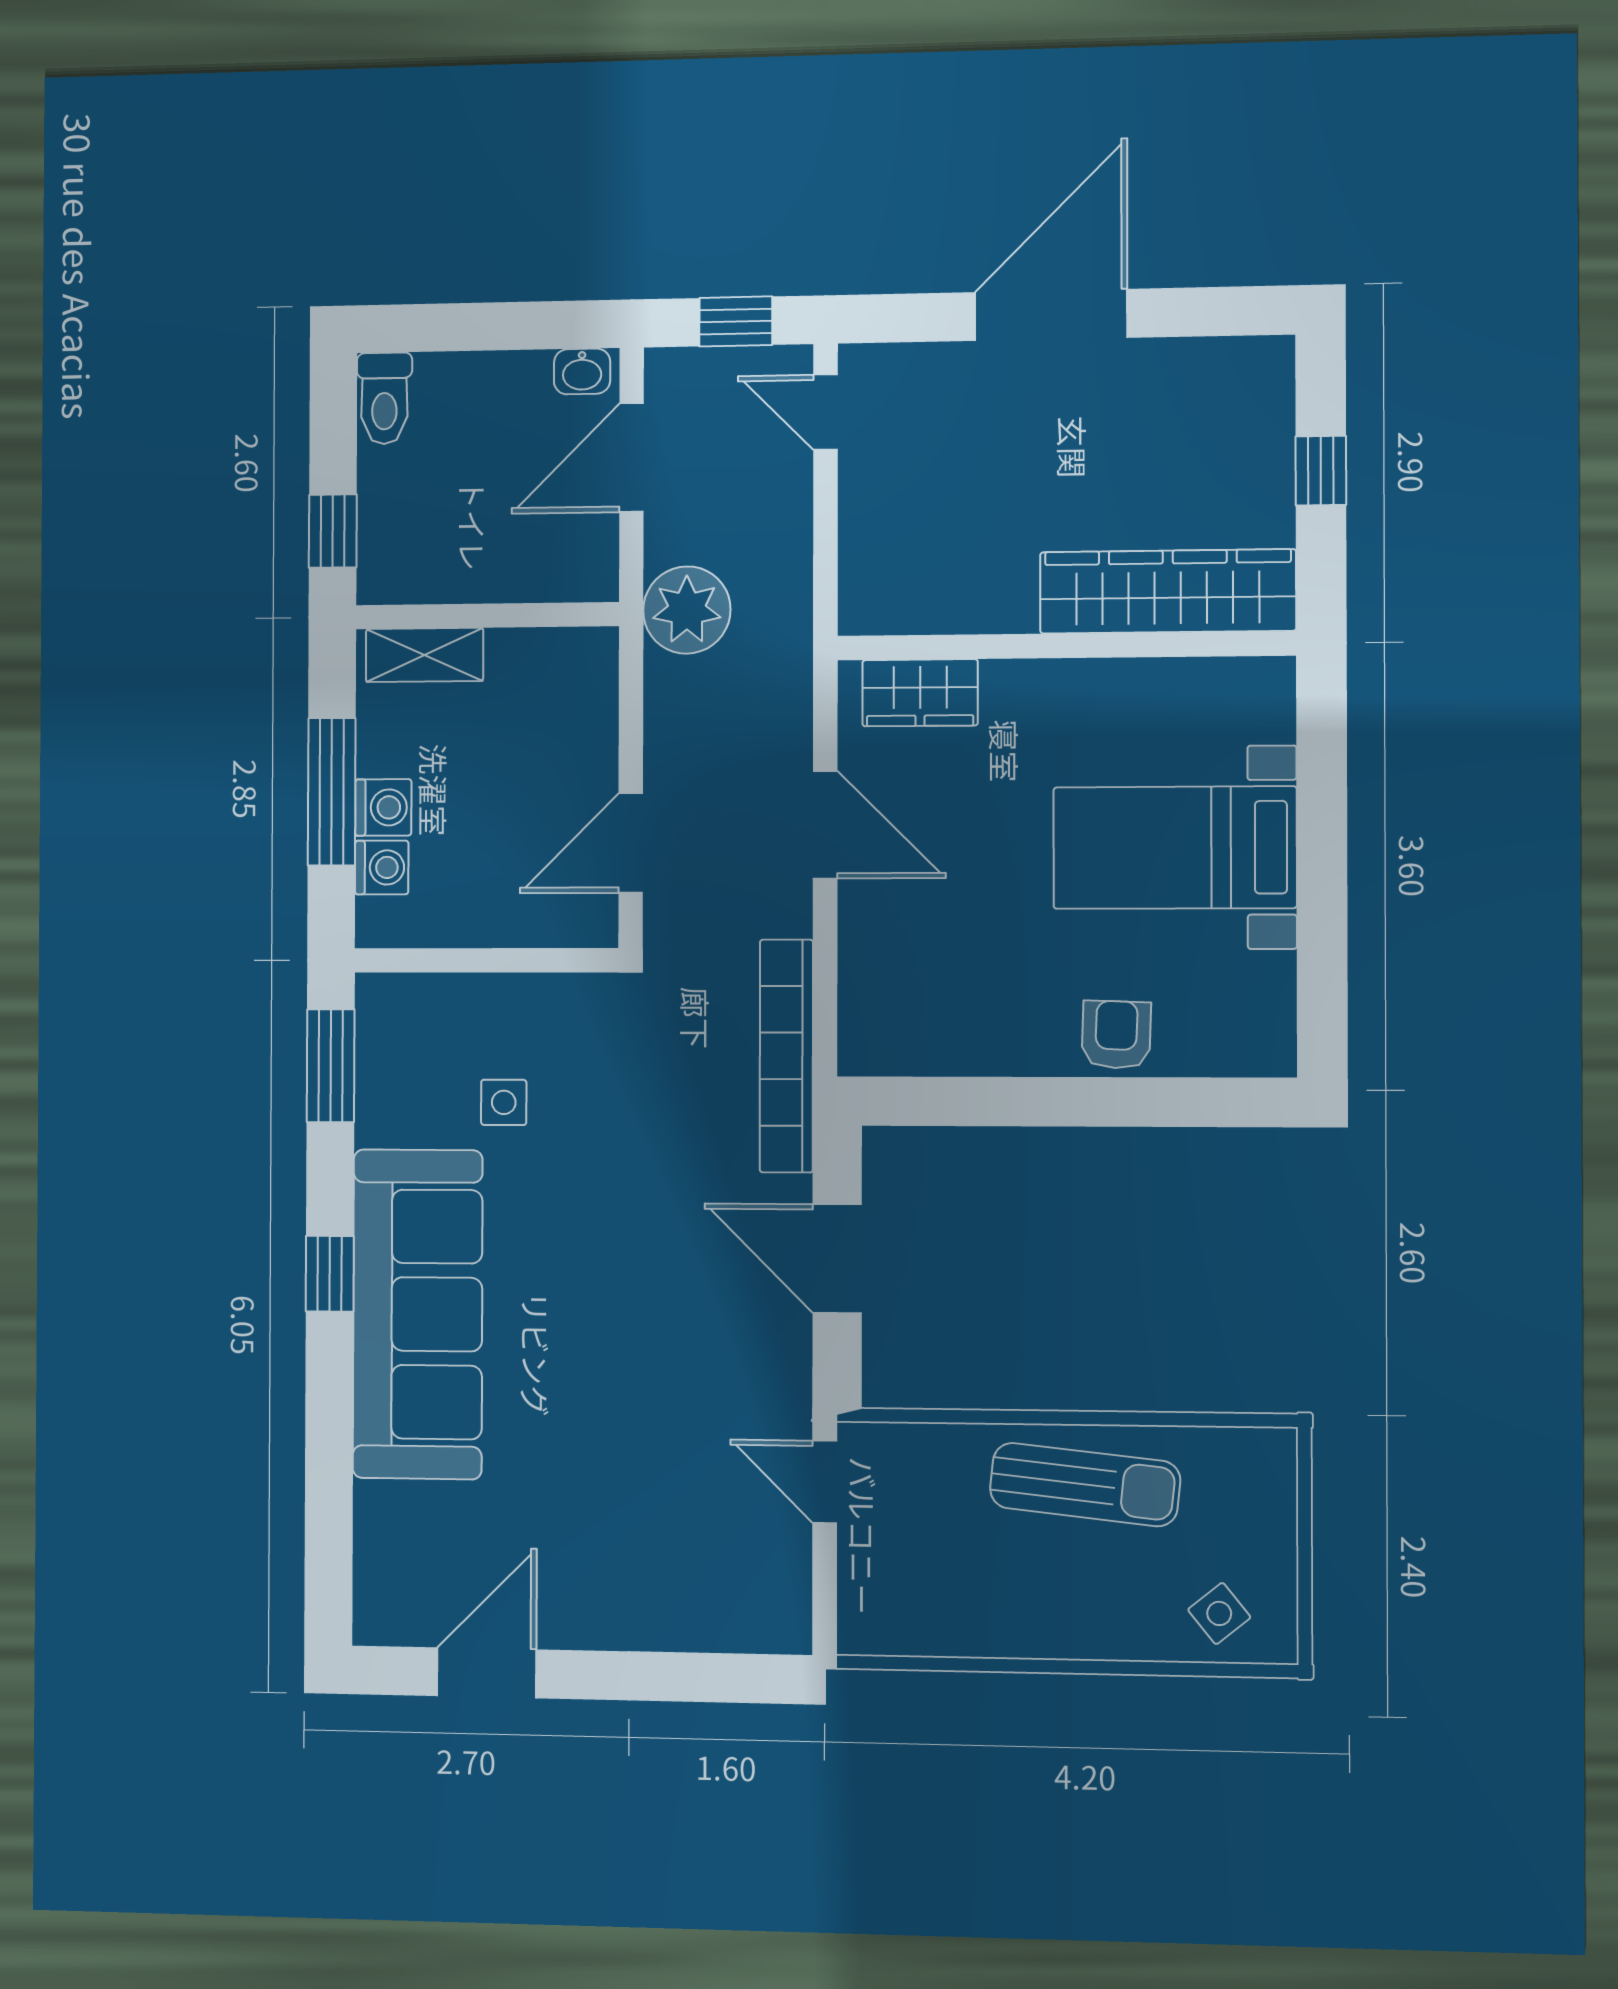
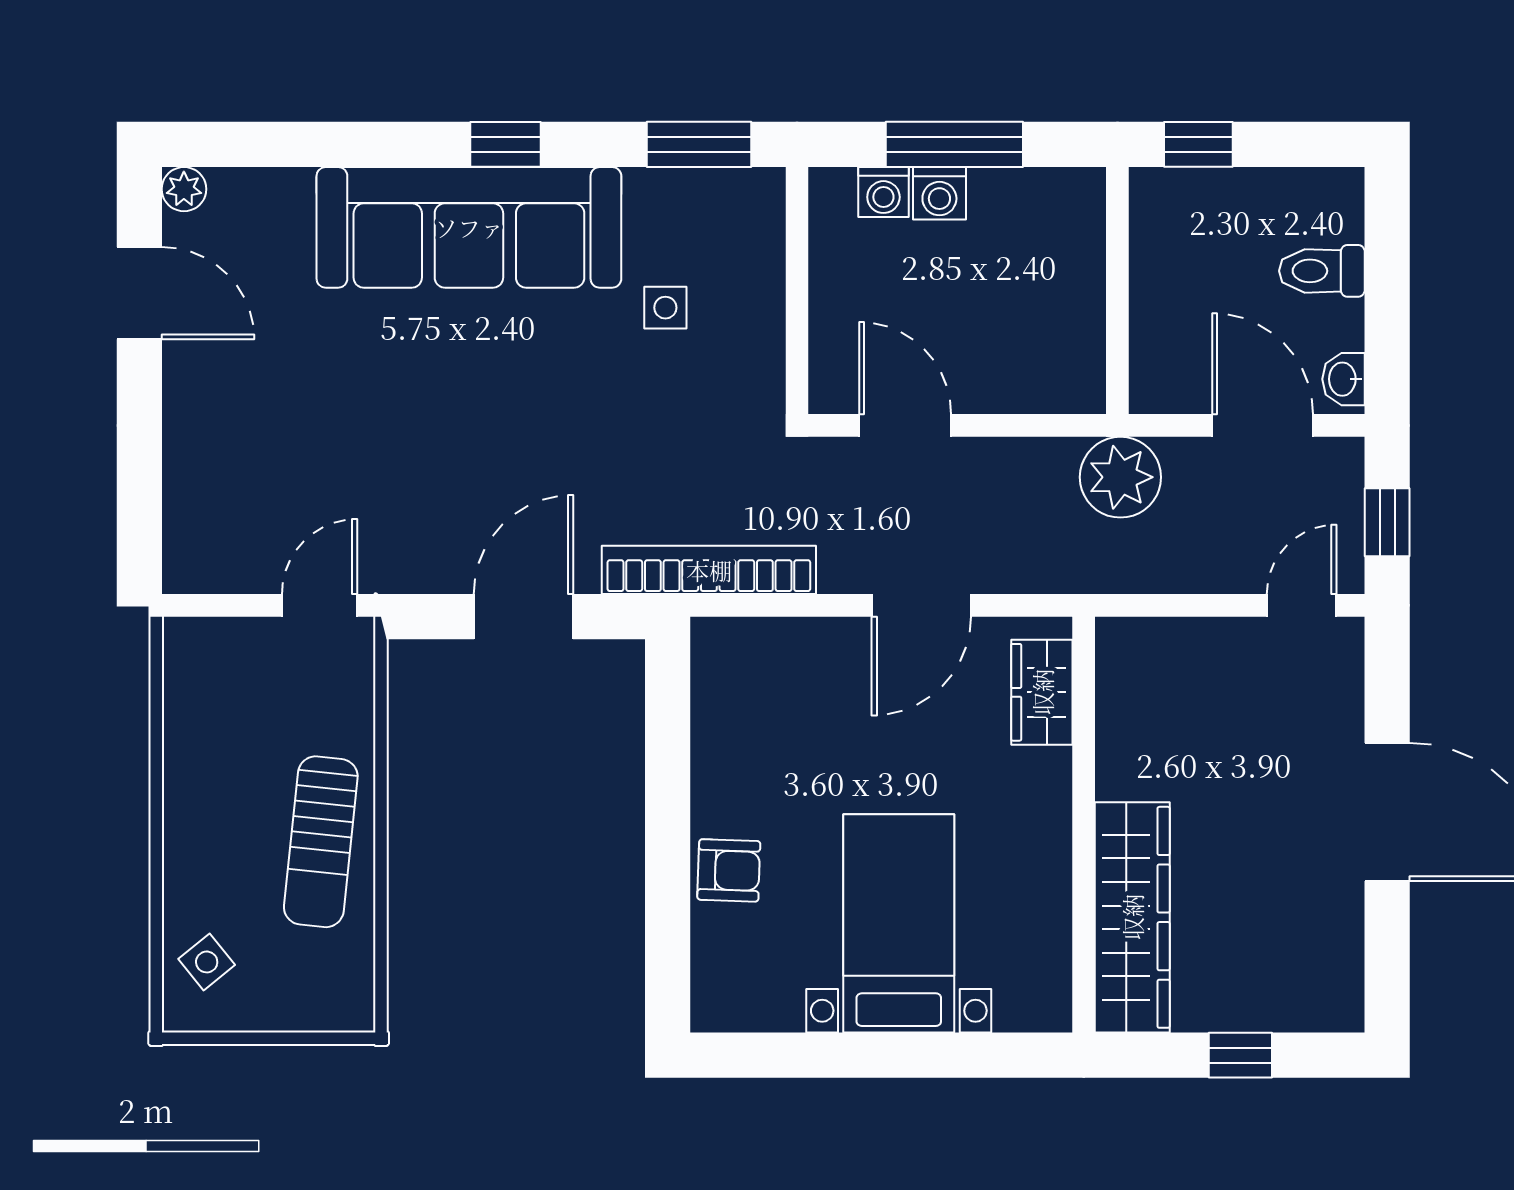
toilet: (384, 398) -> (1322, 271), moved
shelving: (425, 655) -> (1081, 232), removed
plant: (376, 1622) -> (184, 189), added

